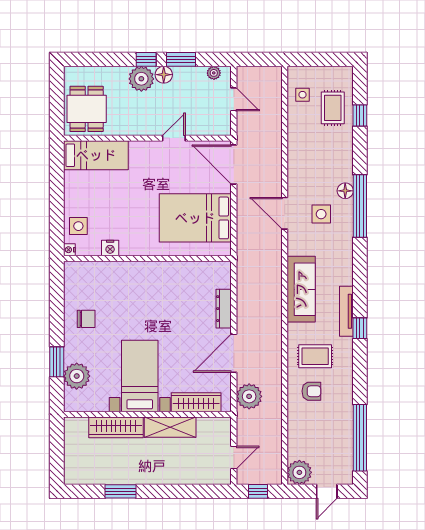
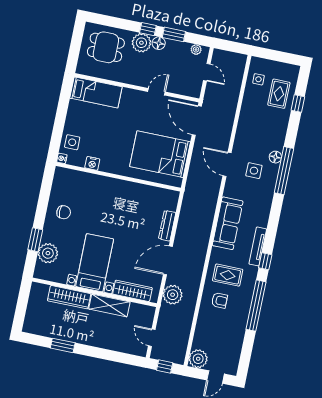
dining table: (87, 109) -> (106, 47), moved, turned 90
window: (360, 438) -> (256, 306), moved
door: (234, 458) -> (152, 338), swing flipped

